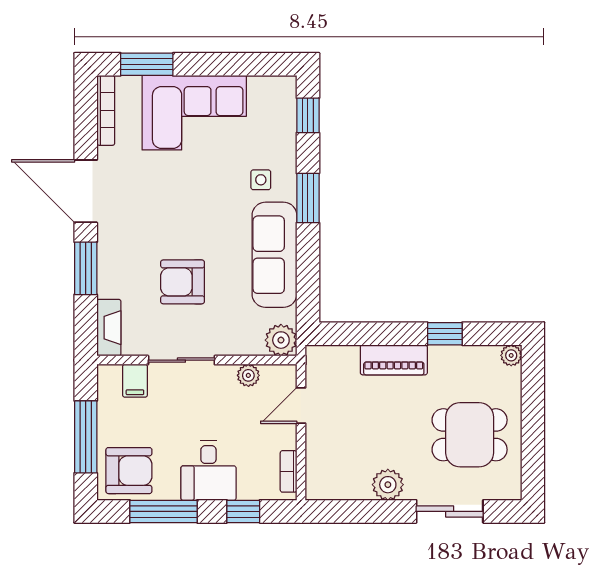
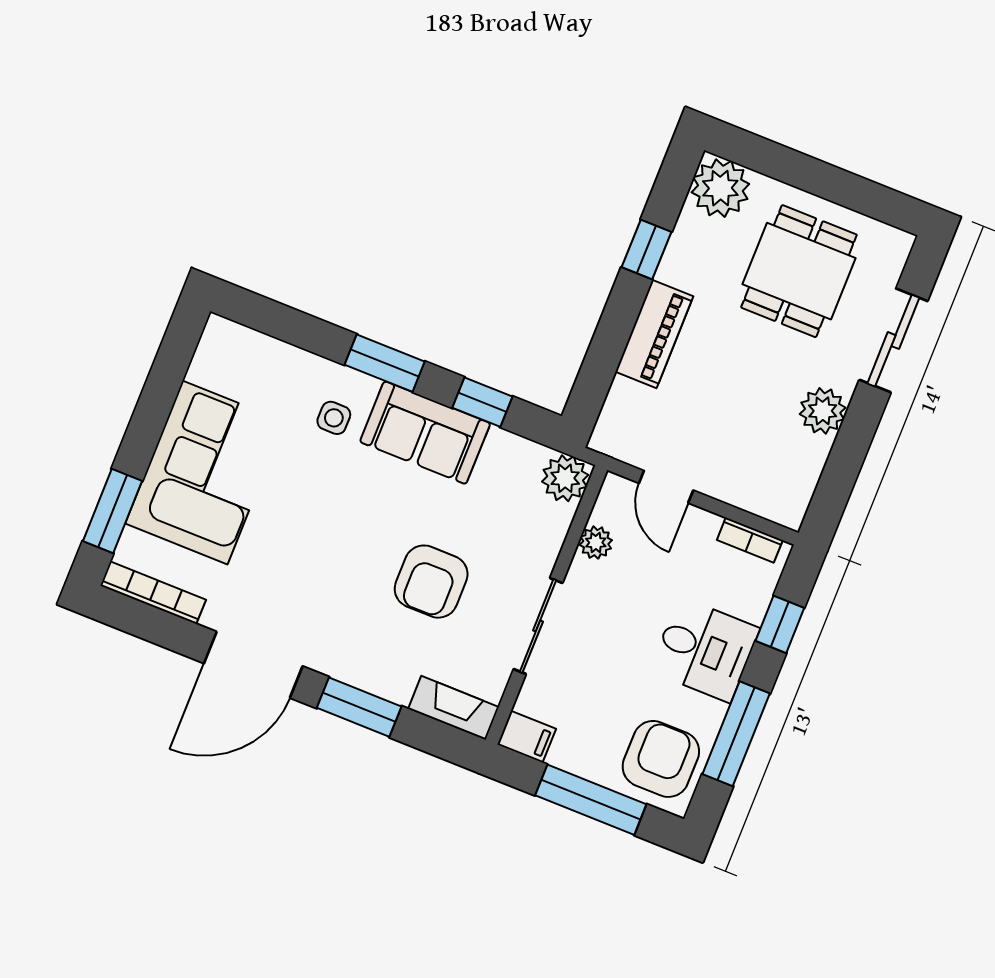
window: (308, 115) -> (482, 402), moved
sofa: (274, 255) -> (425, 433), width x0.73
plant: (511, 355) -> (720, 188), width x1.87, depth x1.87
filing cabinet: (135, 381) -> (527, 737), moved

